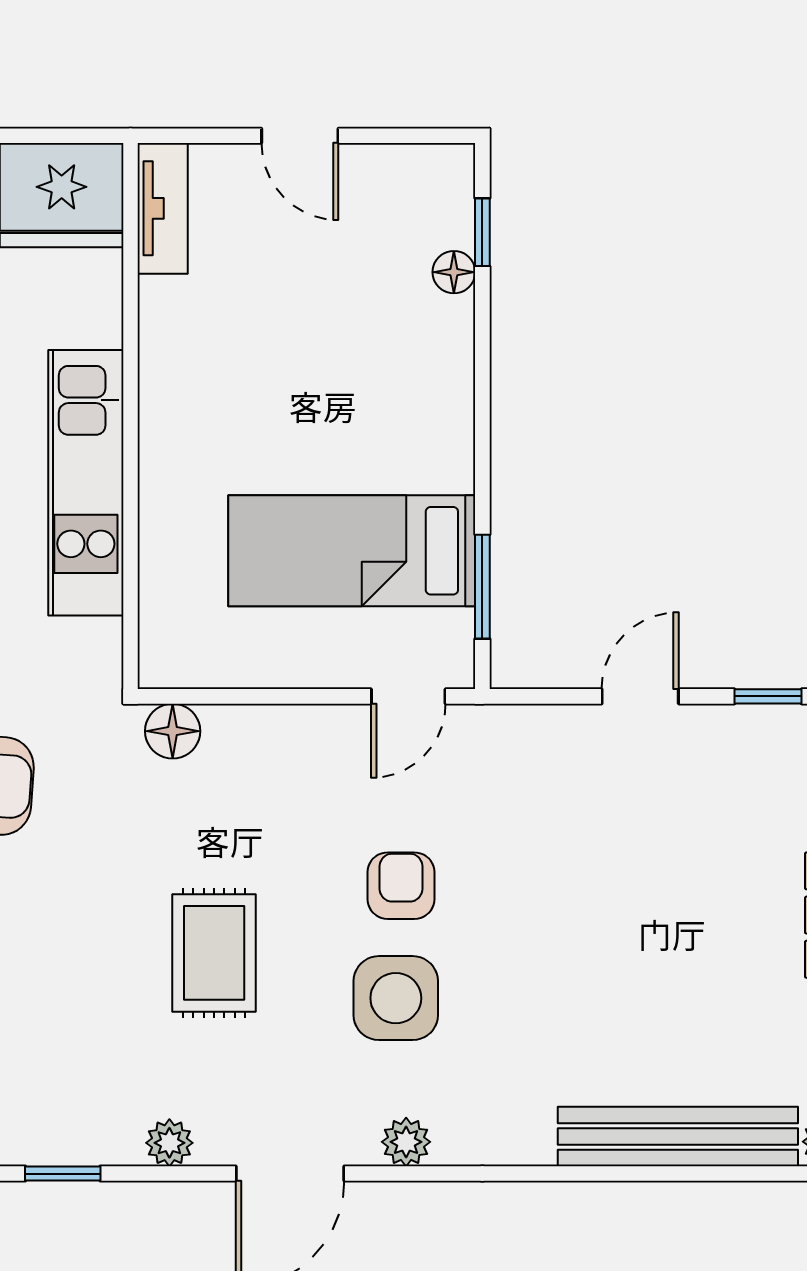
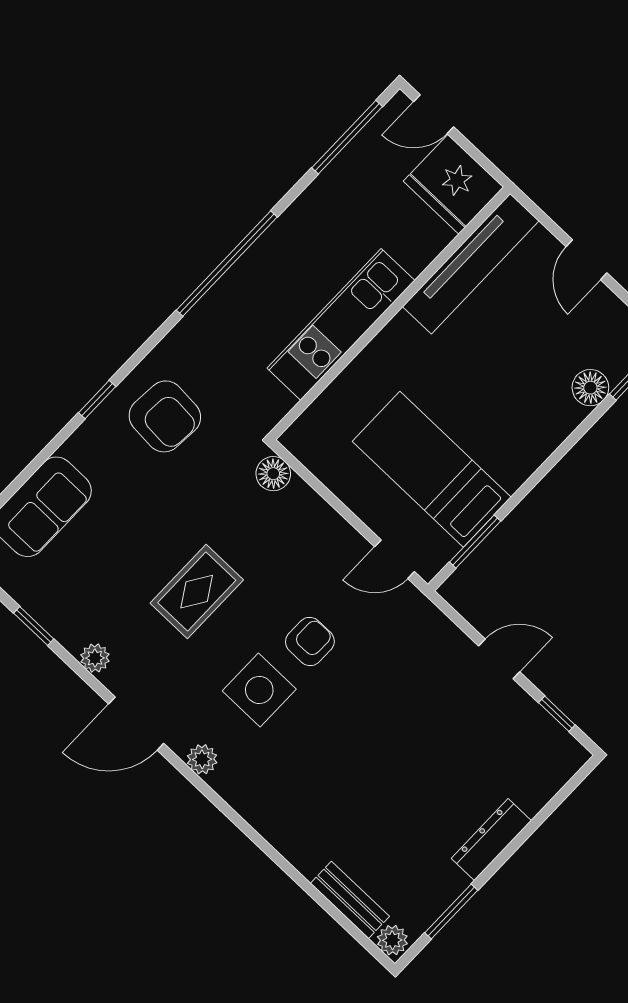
tv unit: (163, 208) -> (471, 264), width x1.92, depth x1.29
floor lamp: (454, 272) -> (590, 388), width x1.37, depth x1.37
bench: (678, 1137) -> (350, 900), width x0.54, depth x0.82

